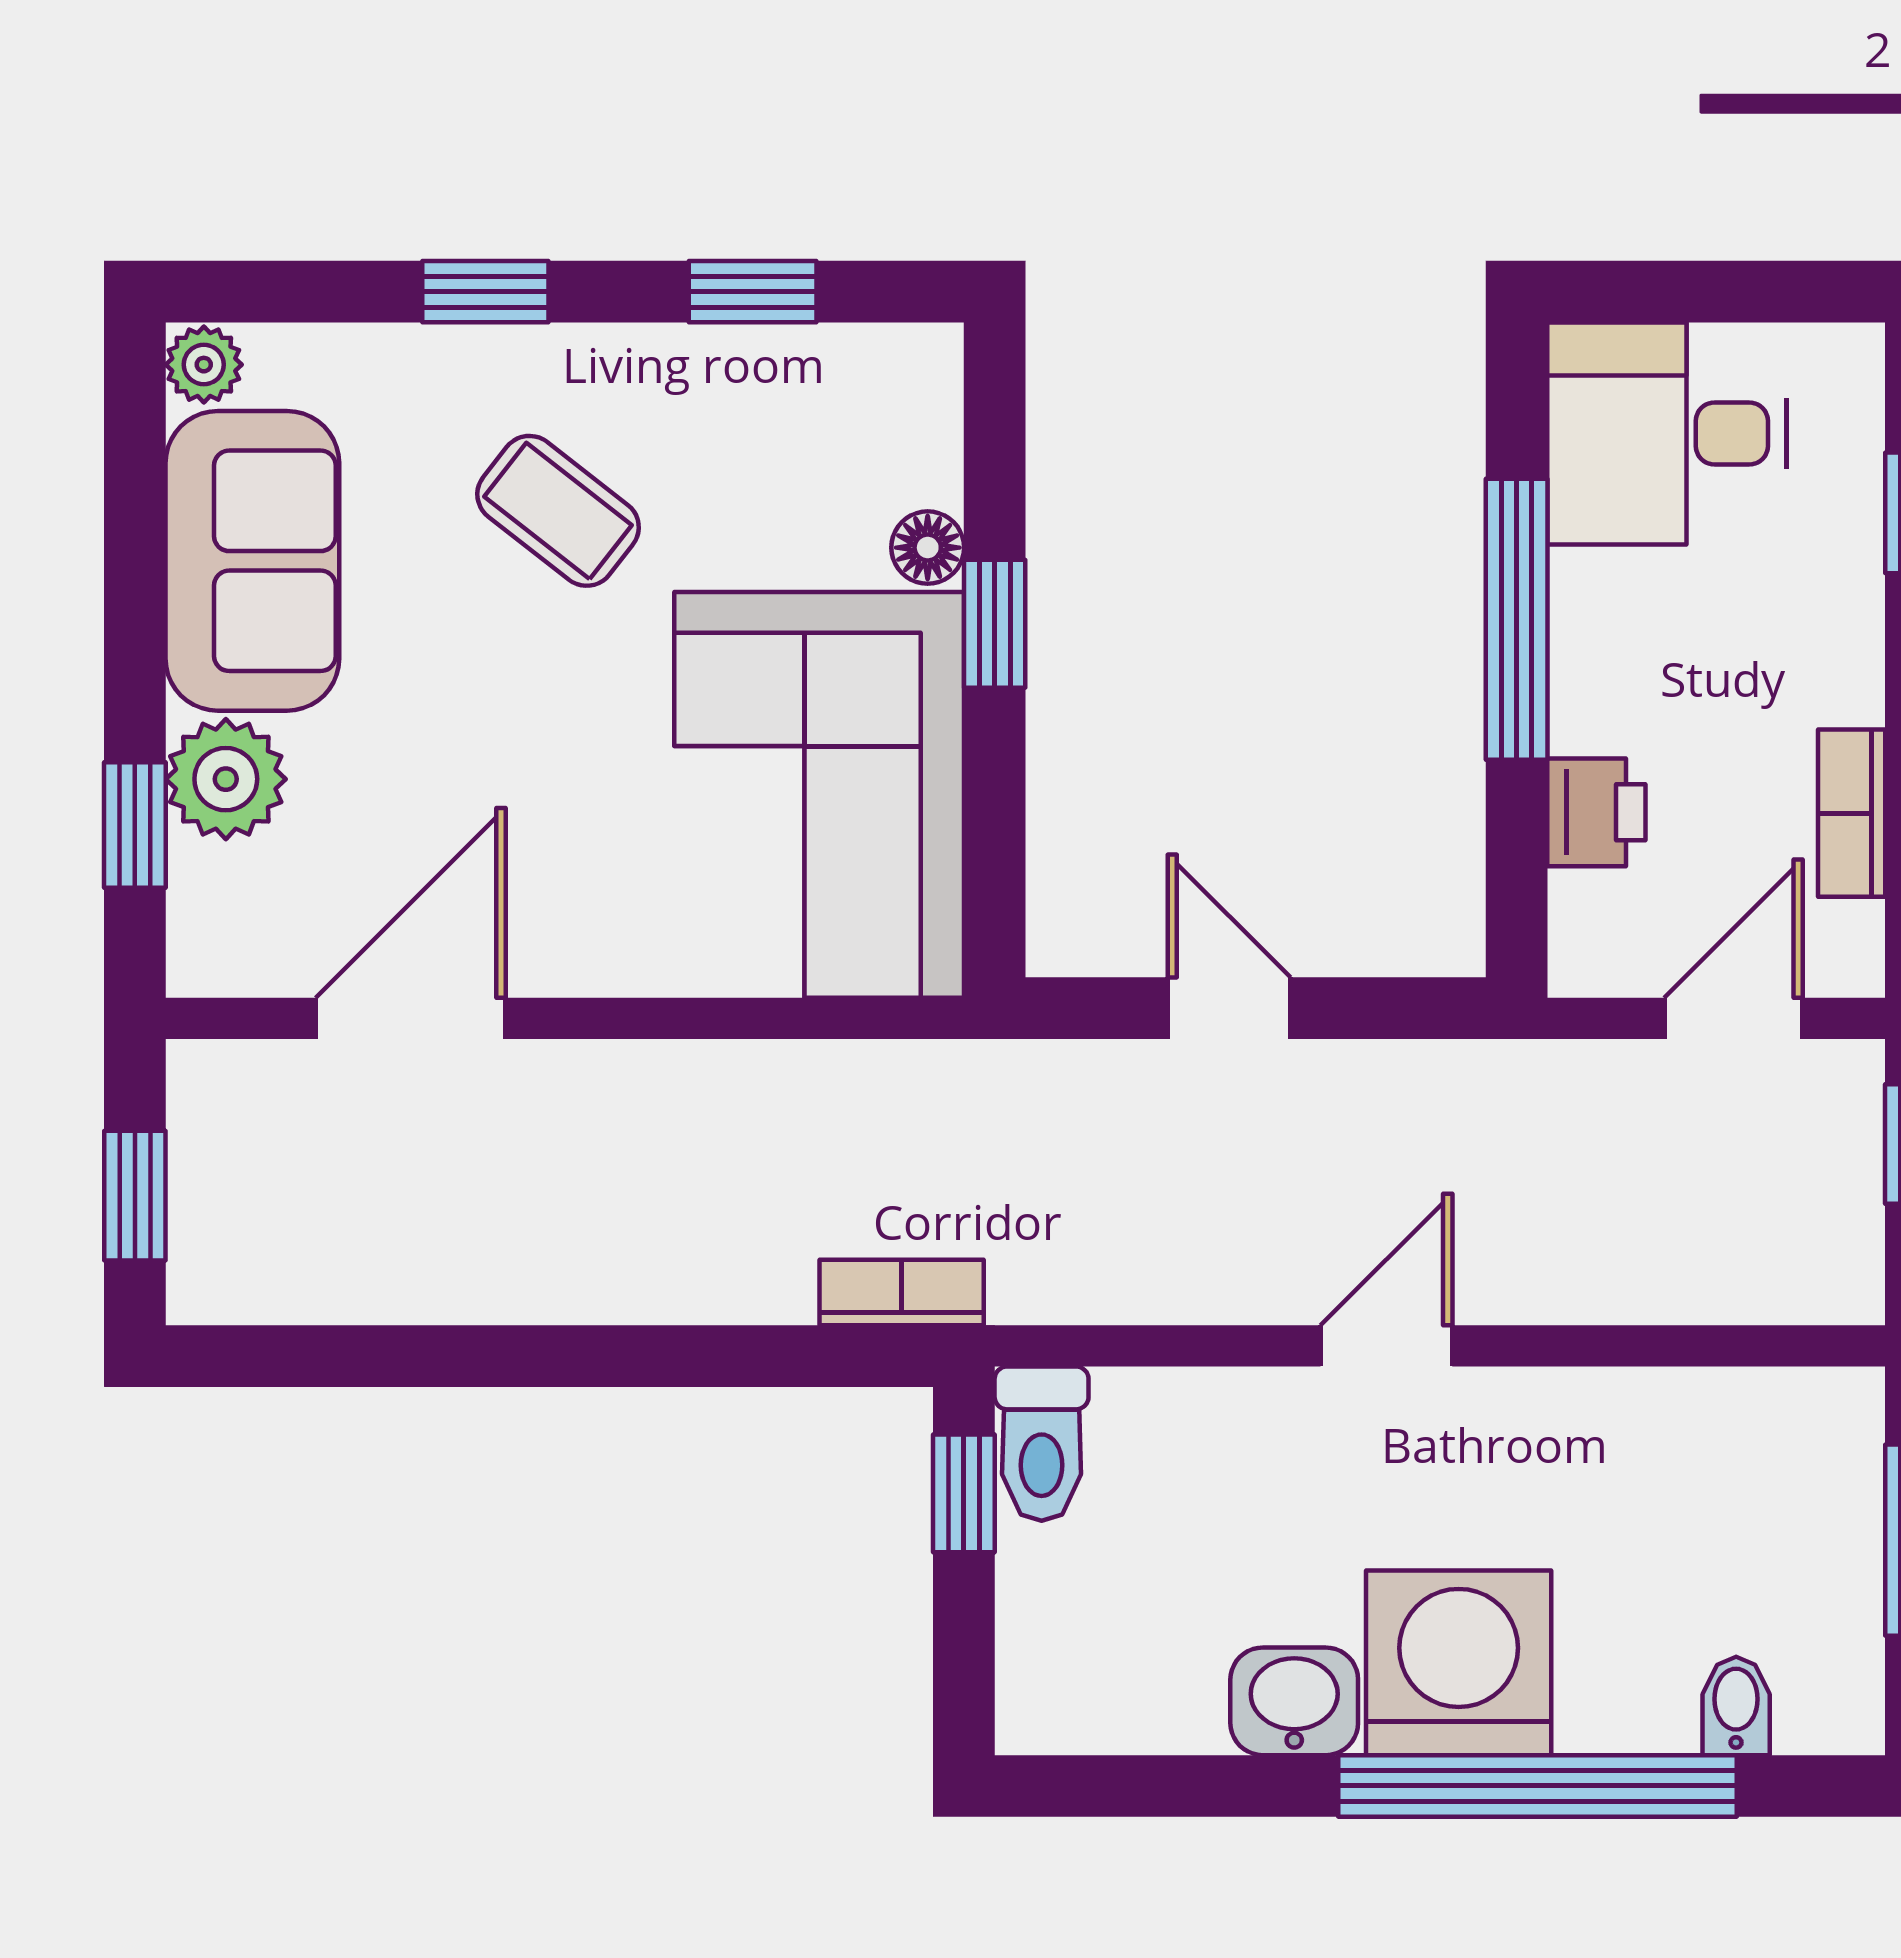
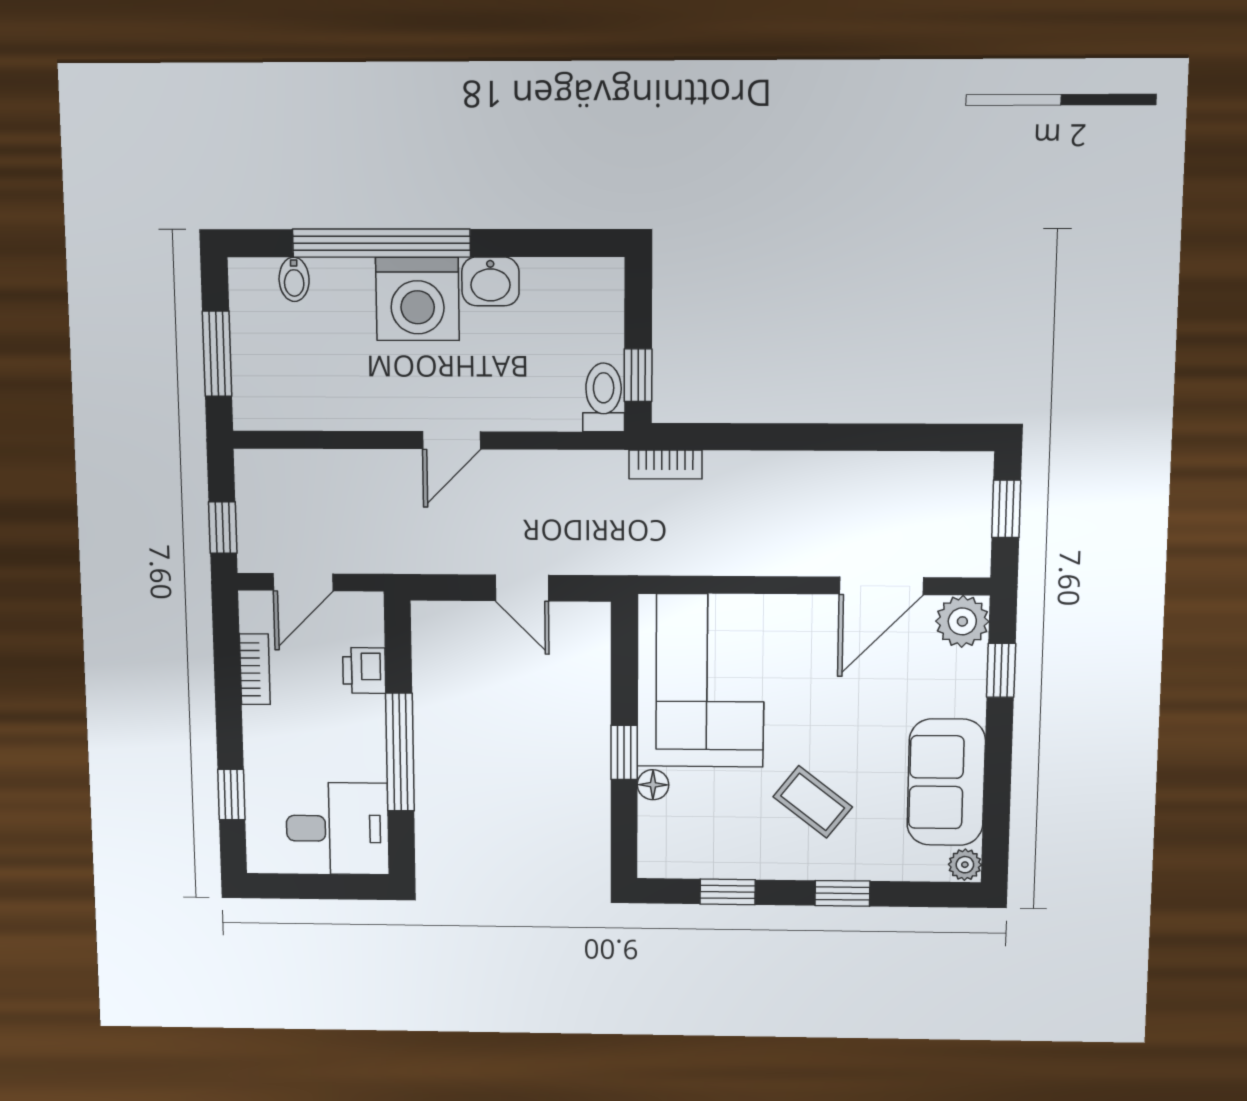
plant: (226, 779) -> (962, 621), moved

